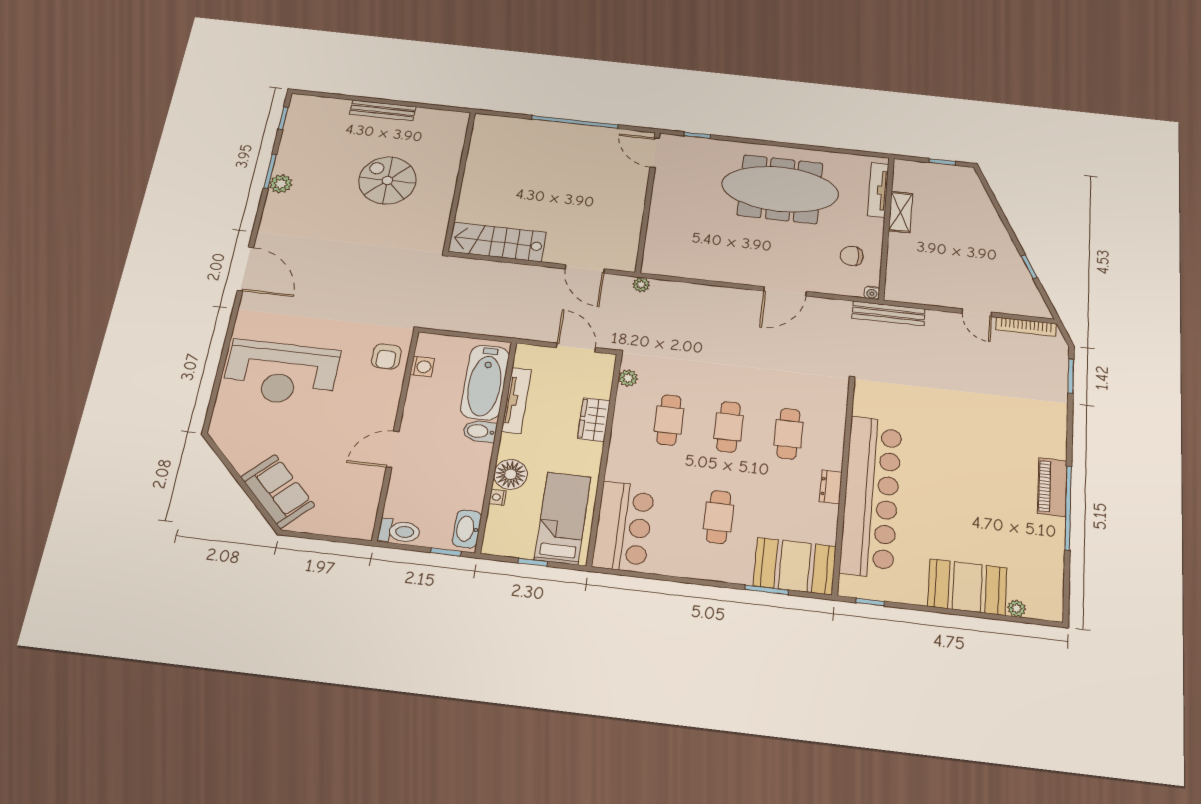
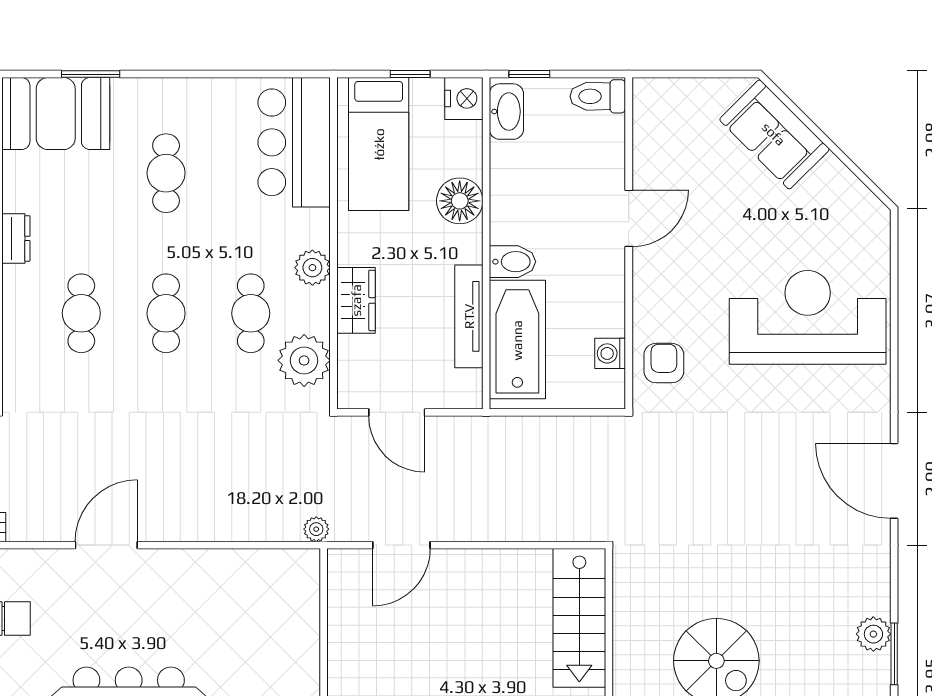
stairs: (497, 242) -> (579, 618), moved, turned 90
door: (585, 269) -> (401, 545), swing flipped
plant: (628, 378) -> (304, 360), width x1.87, depth x1.87
plant: (622, 444) -> (312, 268), added
nightstand: (498, 497) -> (464, 98), moved, width x1.89, depth x1.79

